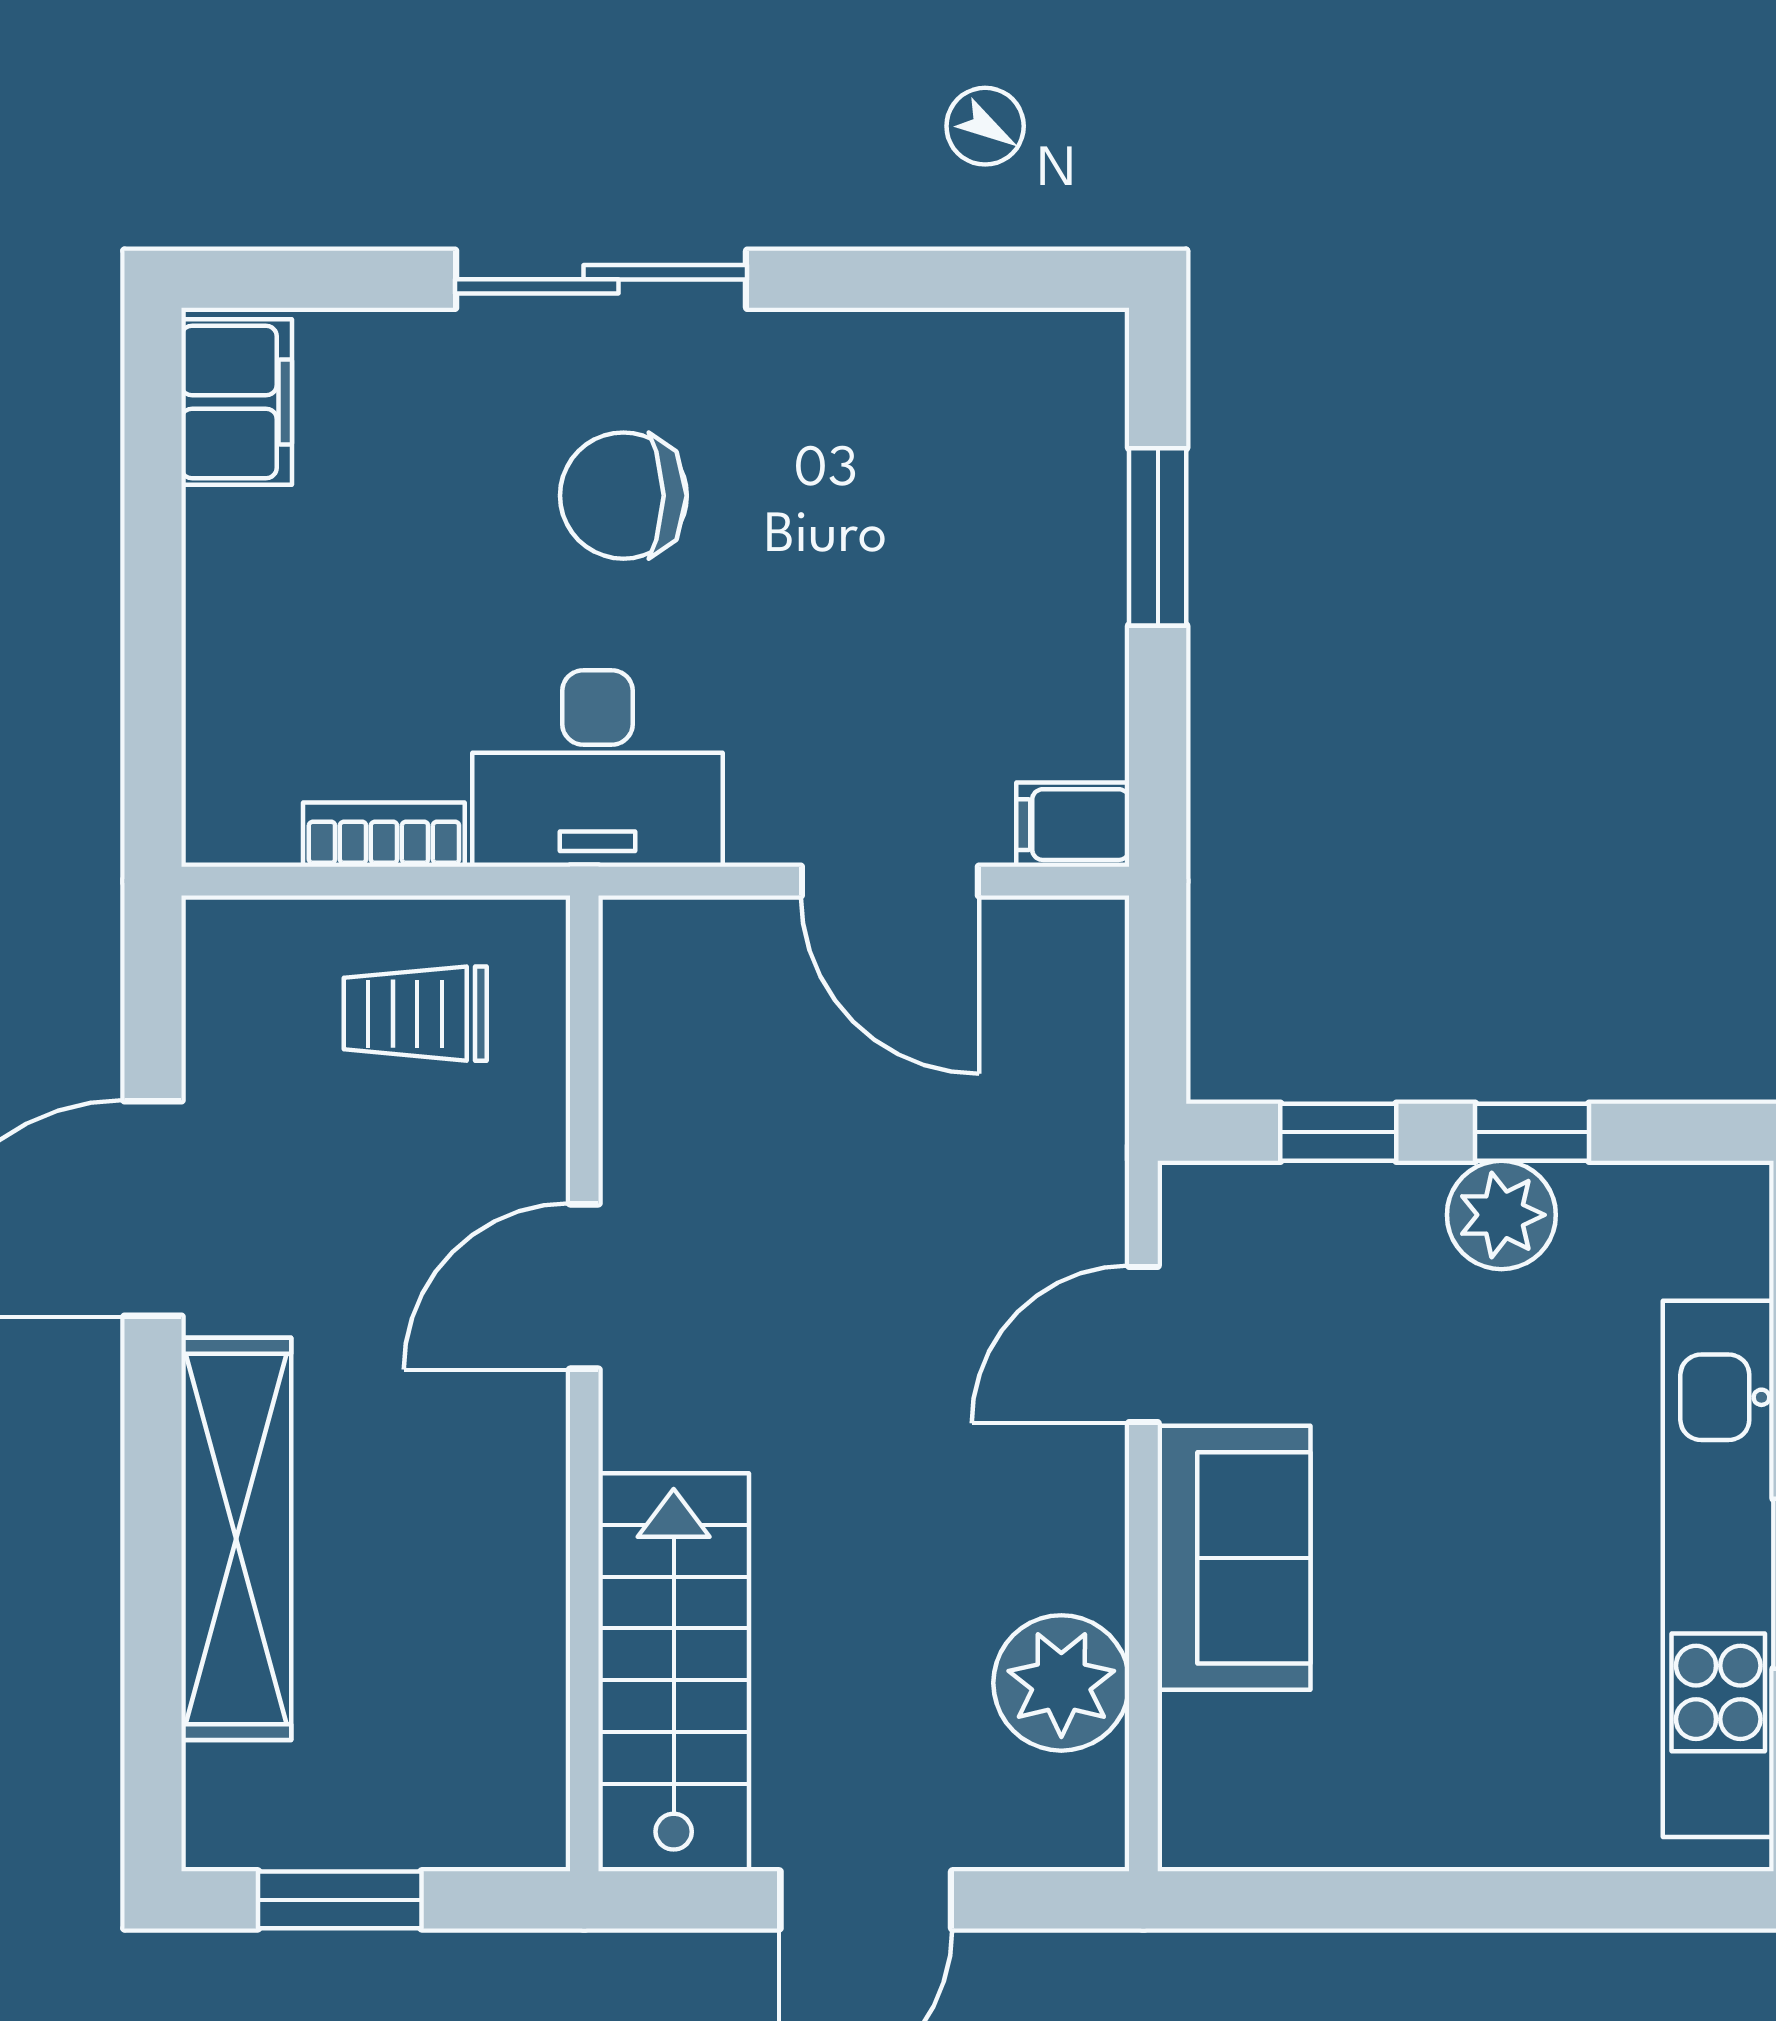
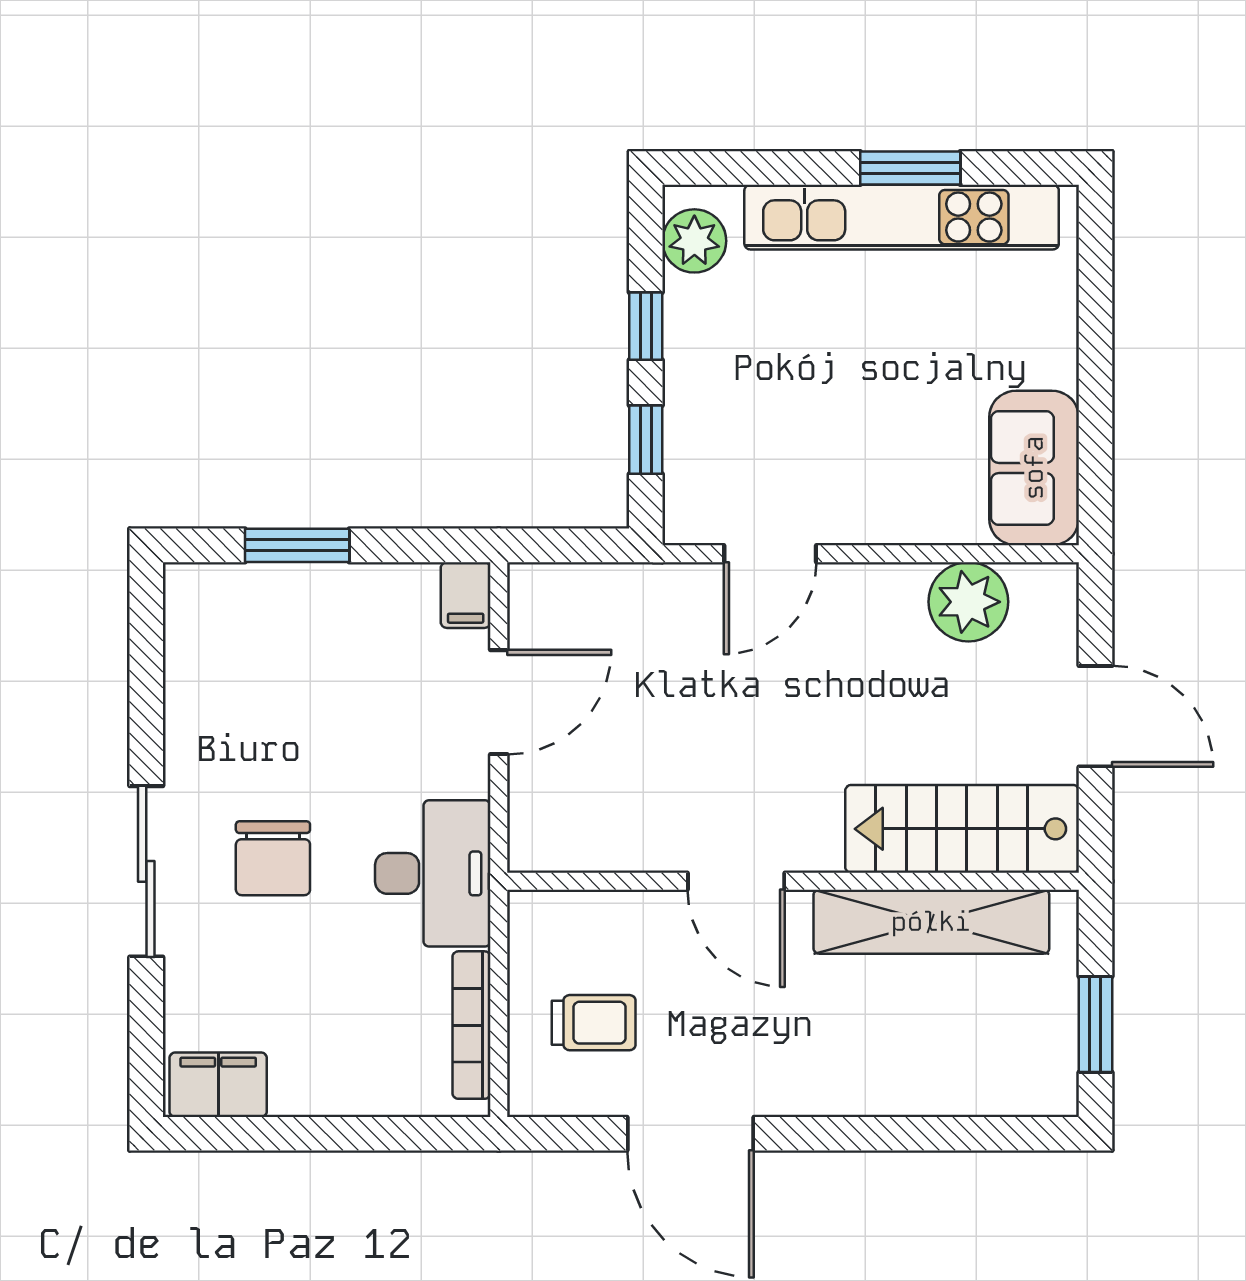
bookcase: (384, 835) -> (471, 1025), width x1.56
trolley: (415, 1014) -> (594, 1023), moved, turned -90
plant: (1501, 1215) -> (694, 241), moved
door: (1143, 1345) -> (770, 554), hinge flipped
shelving: (236, 1539) -> (931, 922), moved
sofa: (1234, 1558) -> (1034, 468), moved, turned -90

